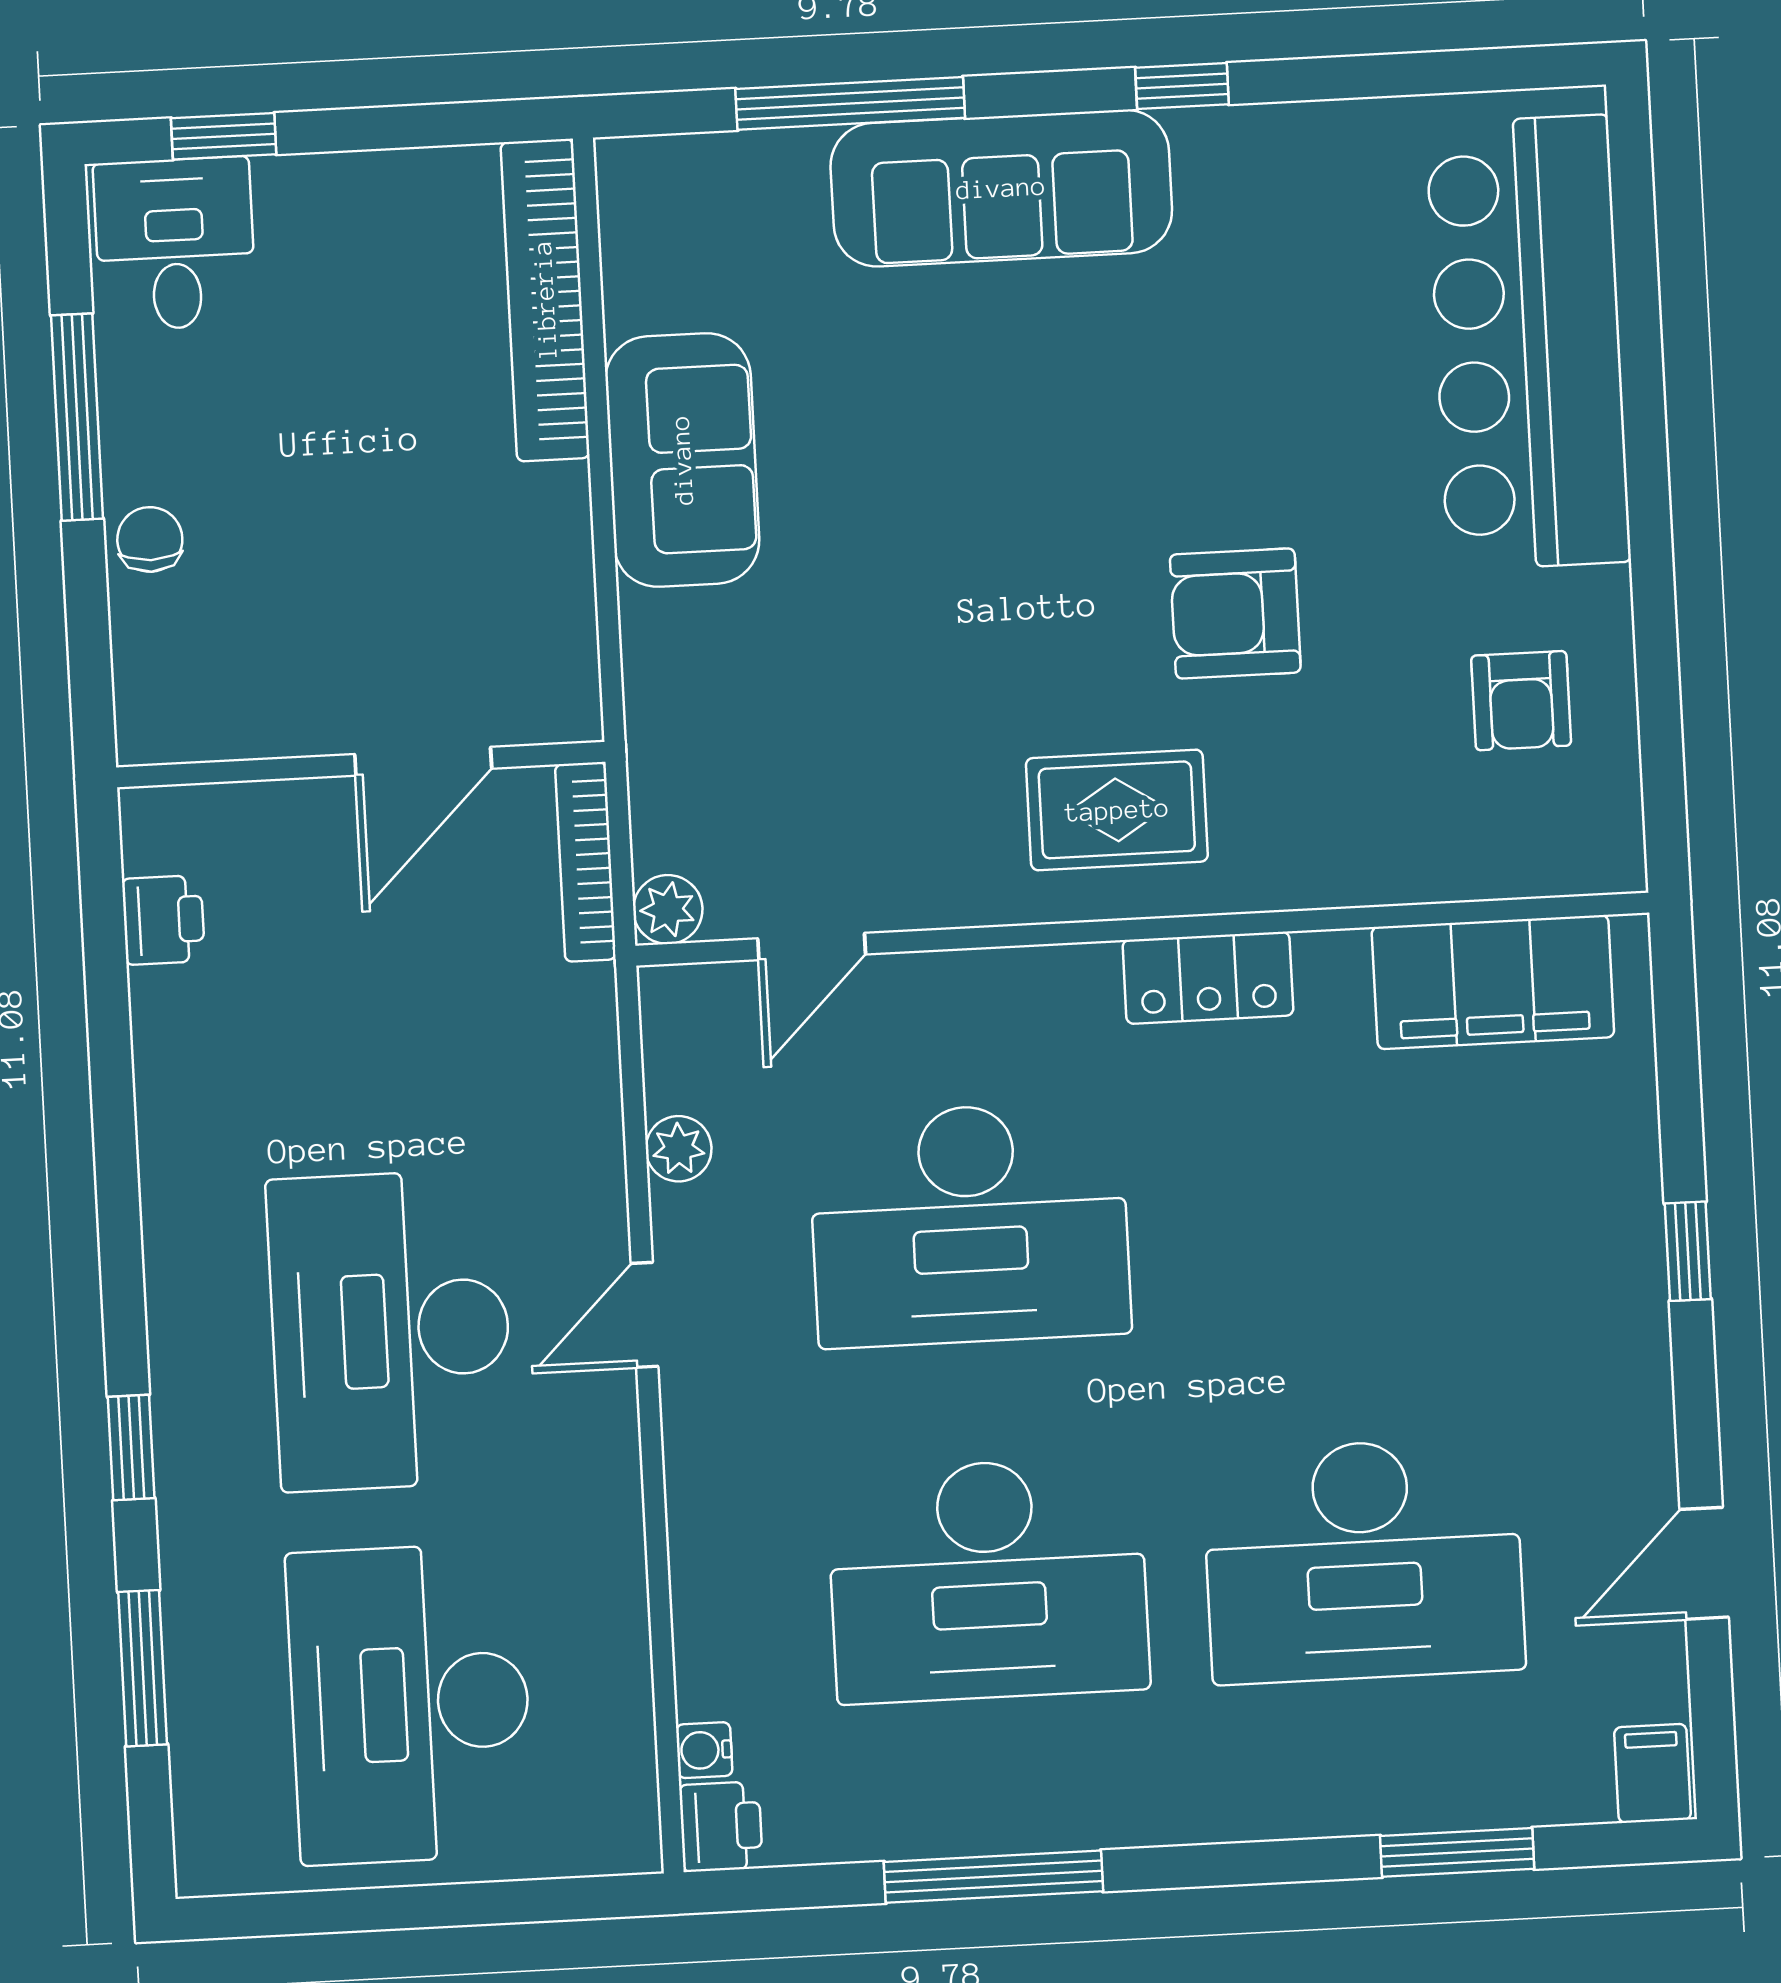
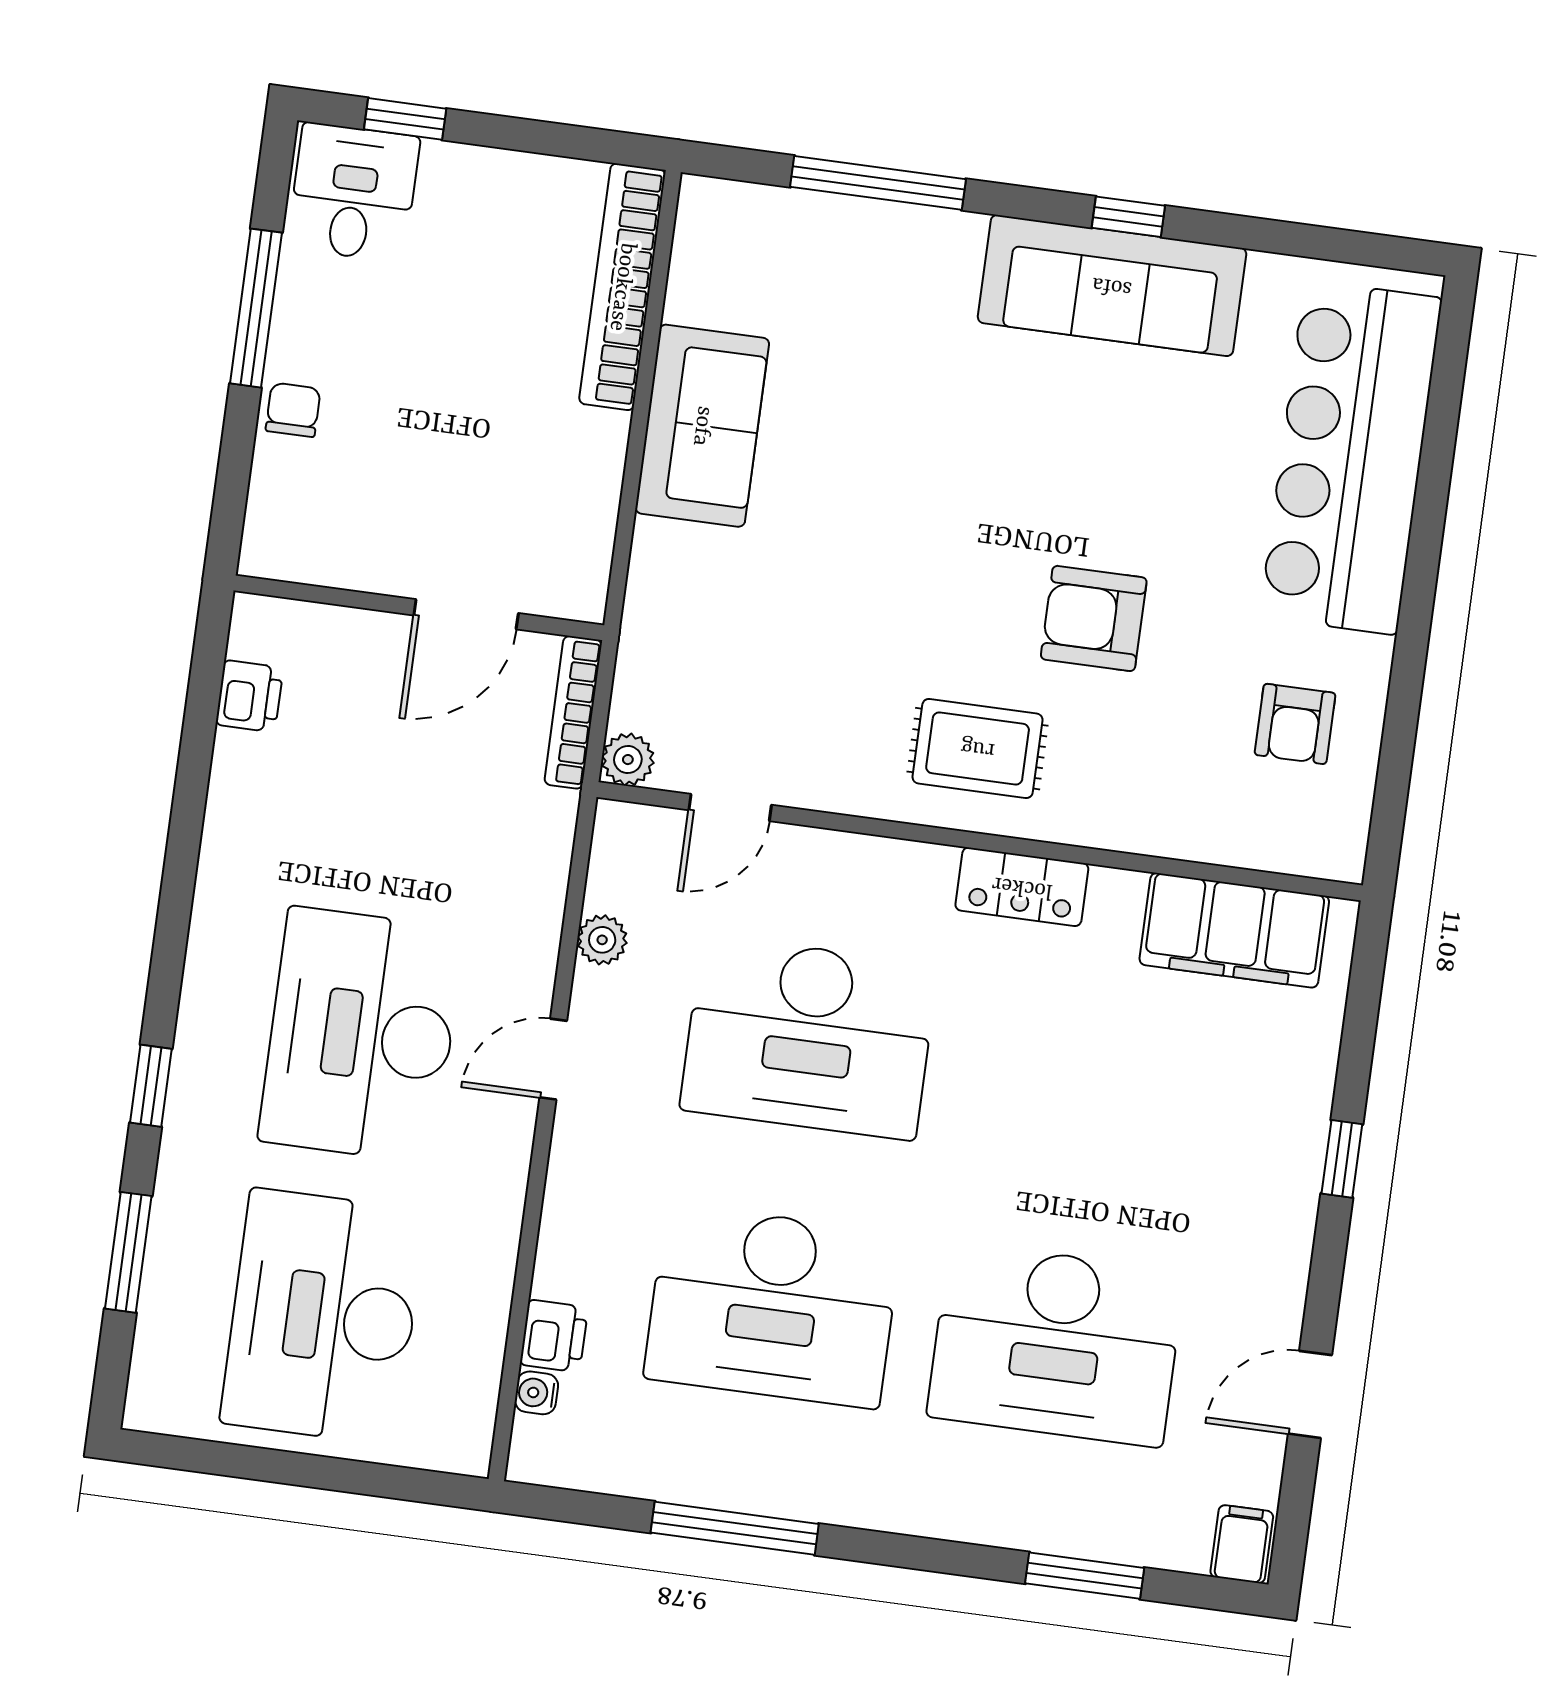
sofa: (1001, 188) -> (1112, 286), moved
printer: (721, 1827) -> (554, 1336), moved

